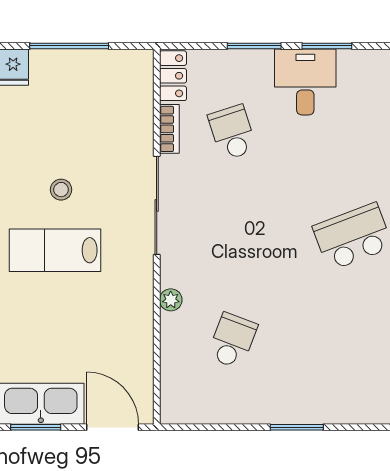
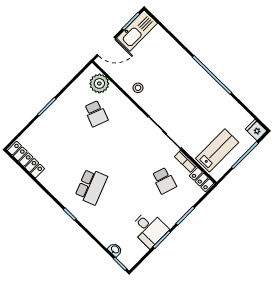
desk: (305, 82) -> (149, 229), moved
school desk: (232, 133) -> (164, 181), turned 36
stool: (61, 190) -> (138, 88), moved
lab bench: (55, 250) -> (217, 150), moved
plant: (171, 300) -> (99, 83), moved, width x1.88, depth x1.88

